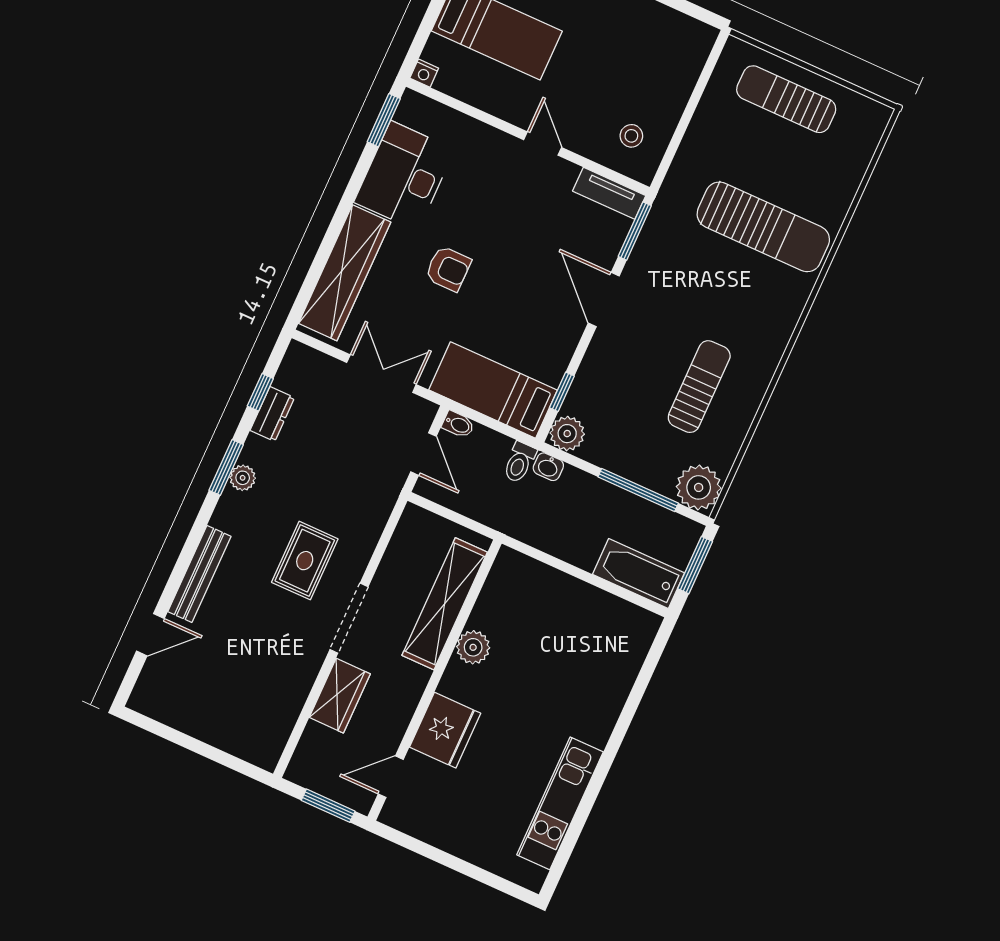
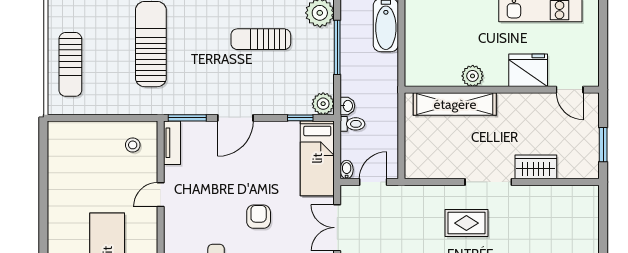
shelving: (445, 604) -> (455, 104), moved
plant: (473, 647) -> (473, 76), moved
wall: (435, 680) -> (502, 90), moved
fridge: (445, 730) -> (528, 70), moved
door: (391, 777) -> (570, 90), moved

